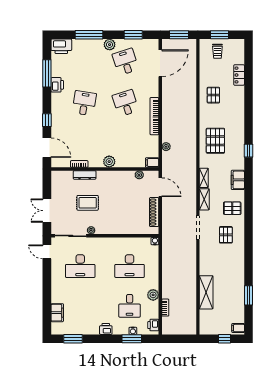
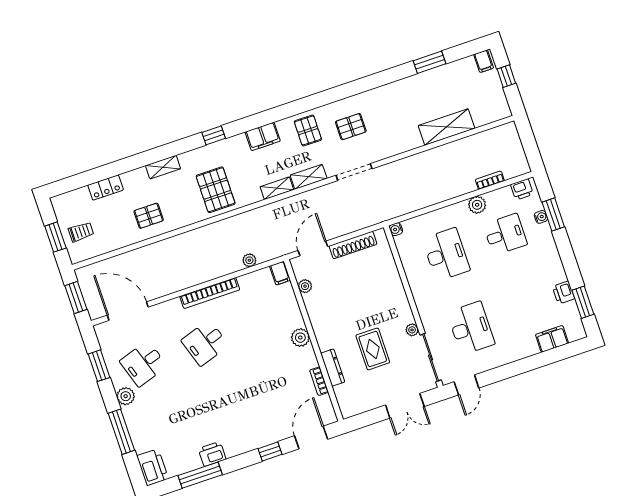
desk: (84, 103) -> (226, 404), removed
shelving: (240, 114) -> (163, 167), added
pallet: (215, 141) -> (216, 190), turned 90
printer: (106, 329) -> (563, 293), moved

